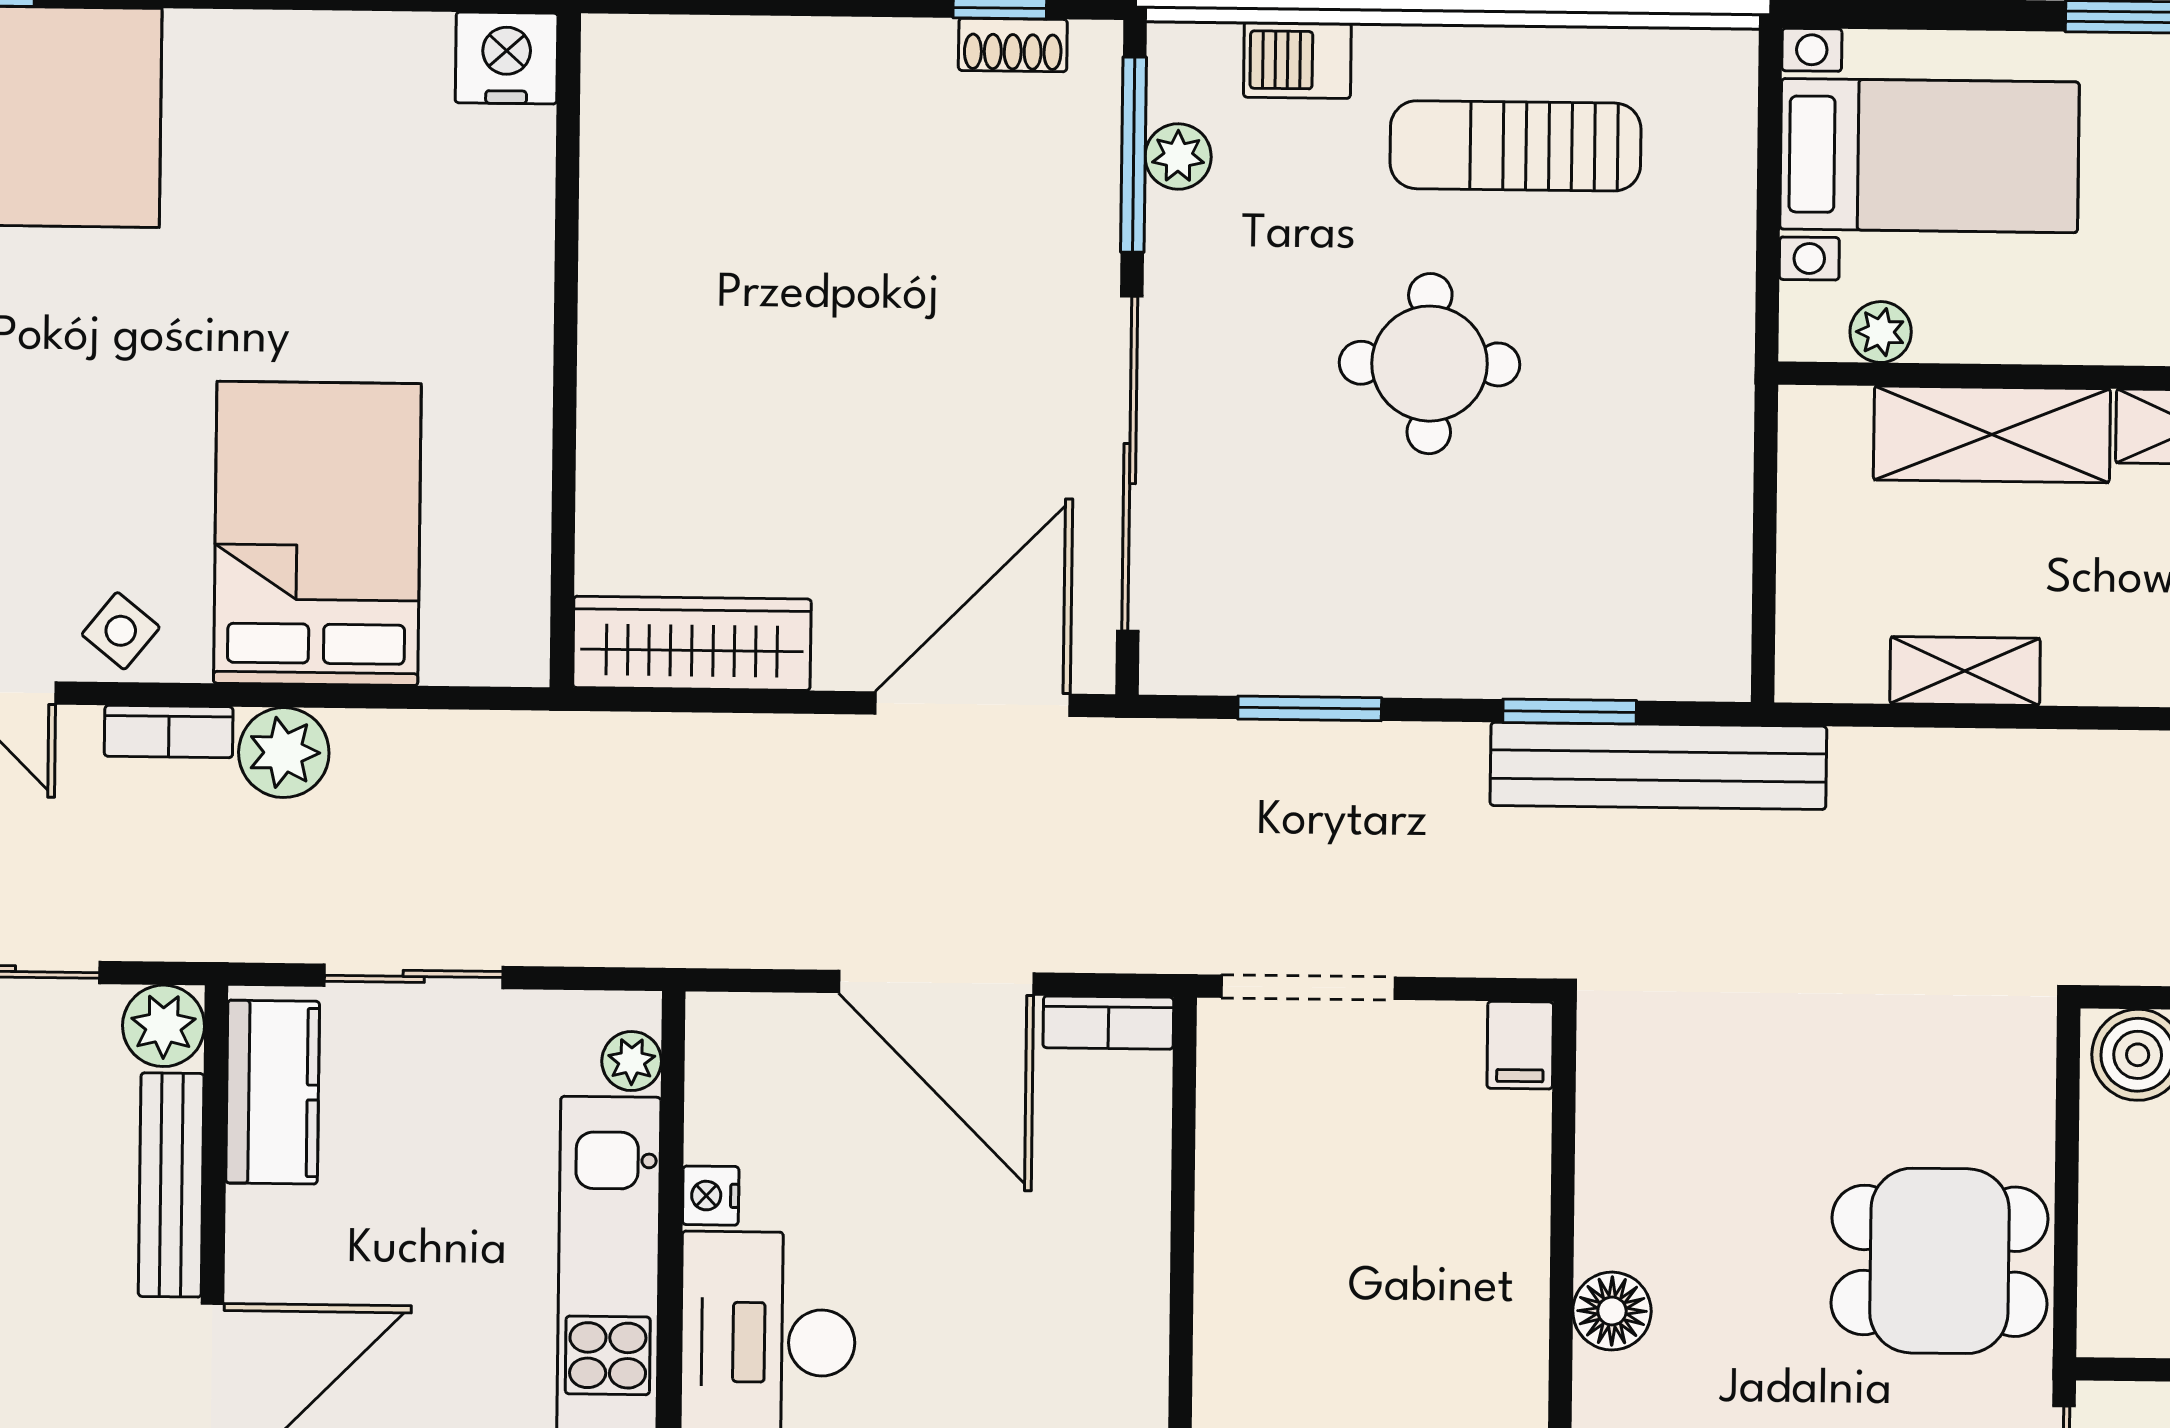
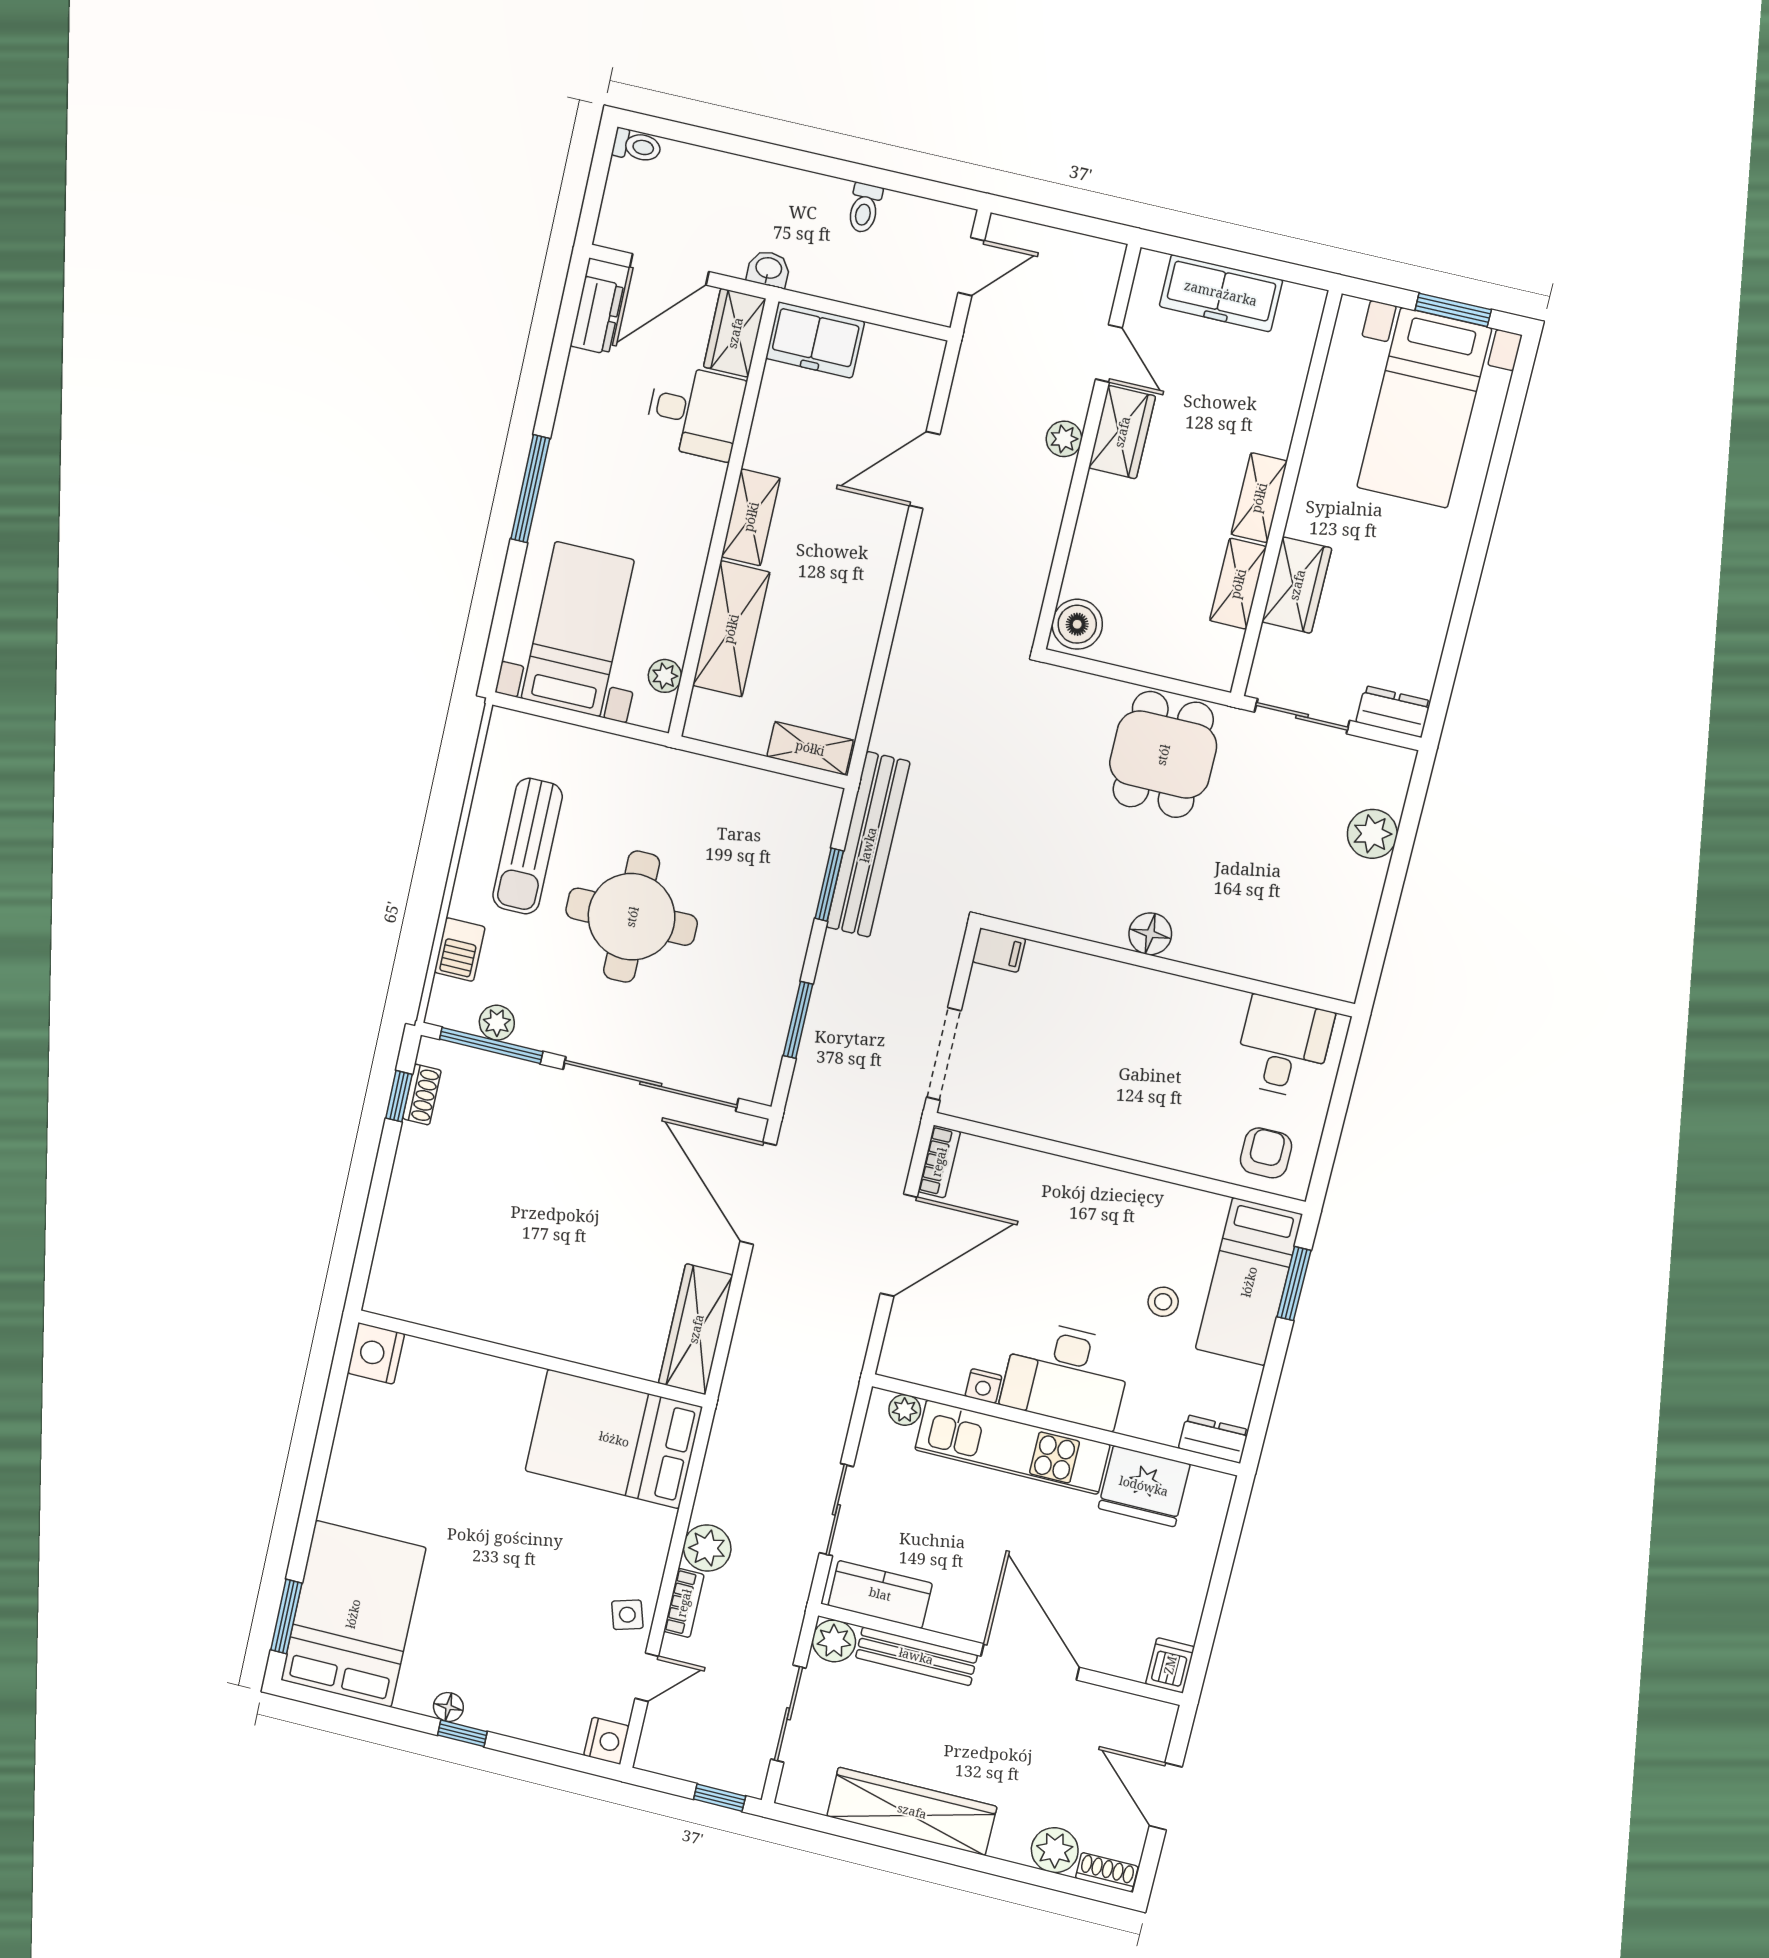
round table: (1430, 364) -> (632, 917), width x1.36, depth x1.36
bed: (317, 533) -> (614, 1439), moved
side table: (121, 631) -> (627, 1615), turned 34
shelving: (1965, 671) -> (810, 748), moved, turned 90

